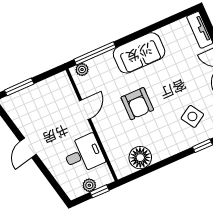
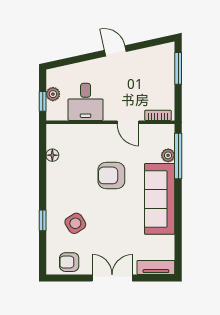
sofa: (139, 53) -> (160, 199), width x1.36
plant: (82, 70) -> (168, 155), moved
bookcase: (67, 86) -> (158, 115), added
floor lamp: (140, 158) -> (52, 155), width x0.53, depth x0.53

